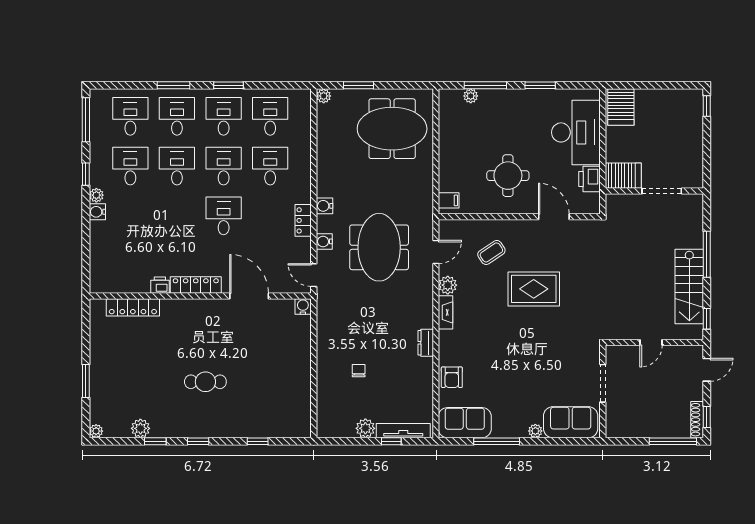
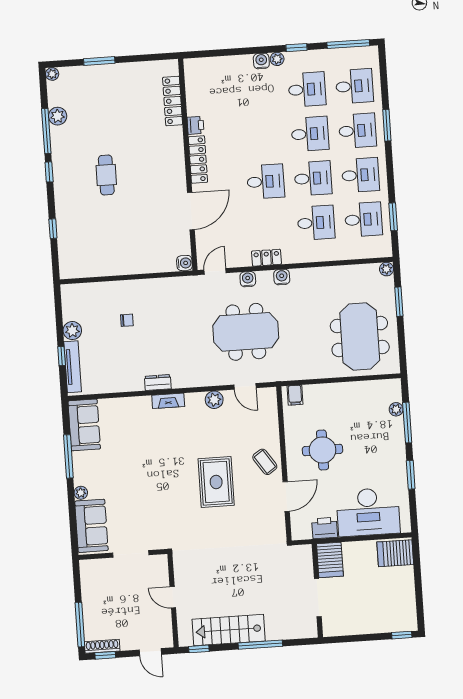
window: (229, 85) -> (393, 217), moved
coffee table: (491, 252) -> (265, 462), moved
fireplace: (446, 312) -> (168, 401), moved
armchair: (452, 377) -> (127, 410), removed
window: (155, 441) -> (46, 131), width x2.17

